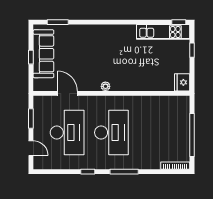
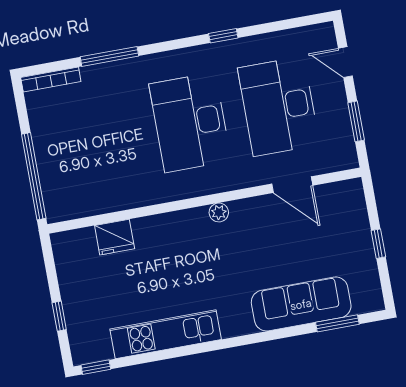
kitchen unit: (163, 32) -> (166, 334), moved
sofa: (43, 54) -> (301, 304), moved, turned 90
fridge: (182, 82) -> (115, 237), moved, turned 90
window: (192, 135) -> (34, 176), moved
window: (124, 172) -> (109, 56), moved

